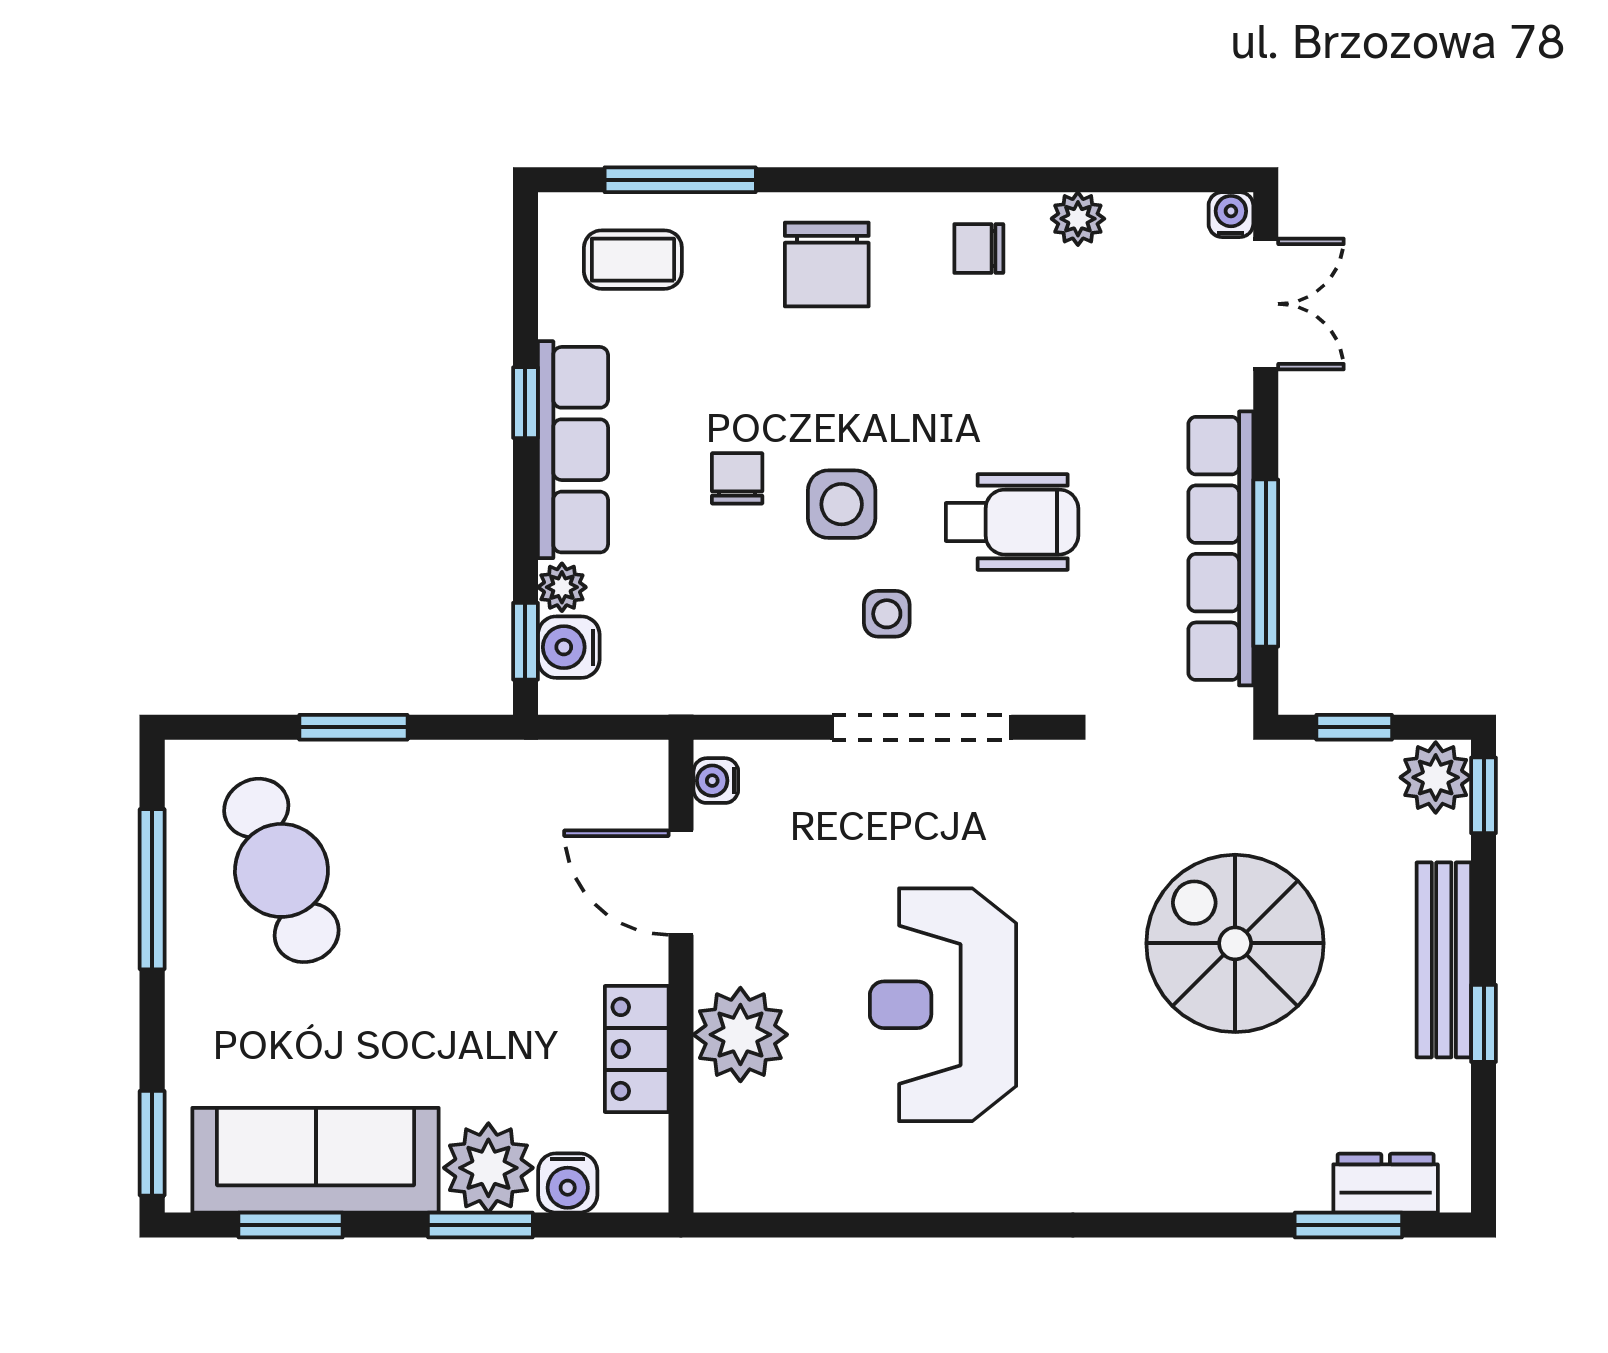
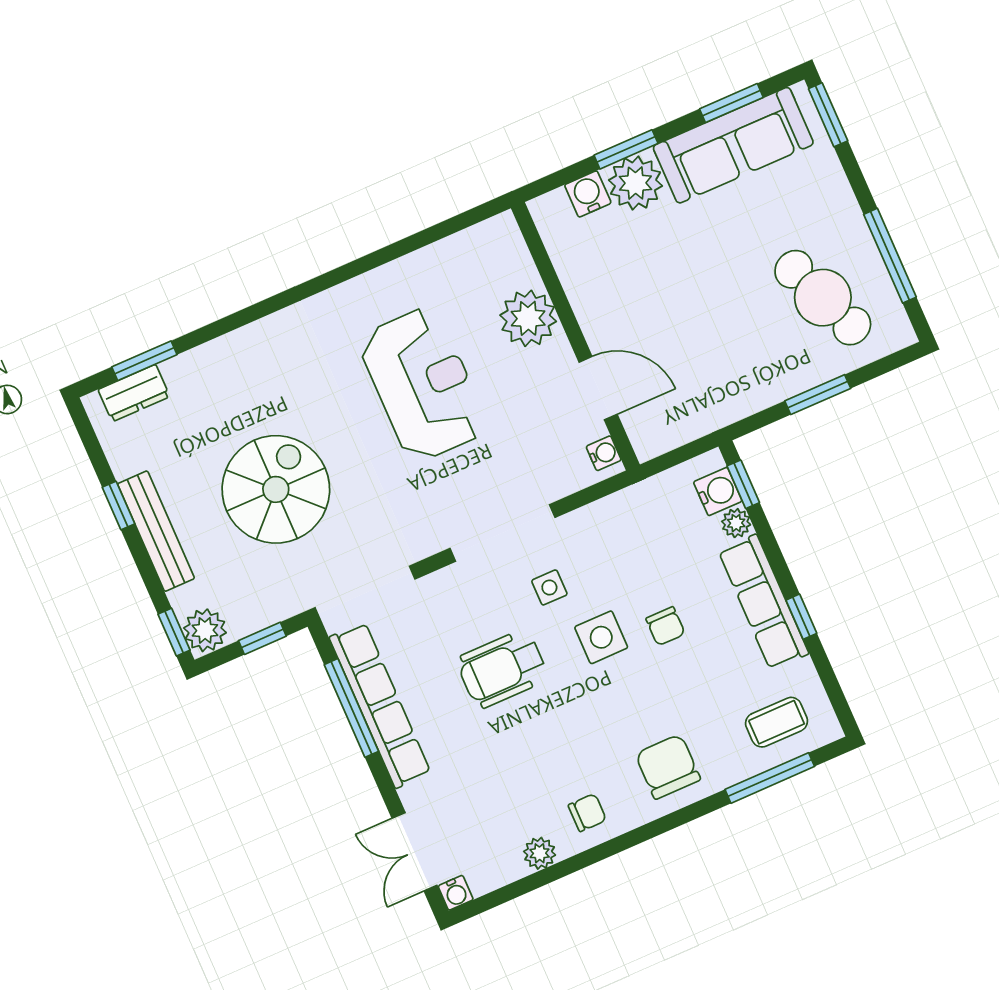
spiral stairs: (1235, 943) -> (276, 489), turned -90
locker: (637, 1049) -> (582, 285), removed

